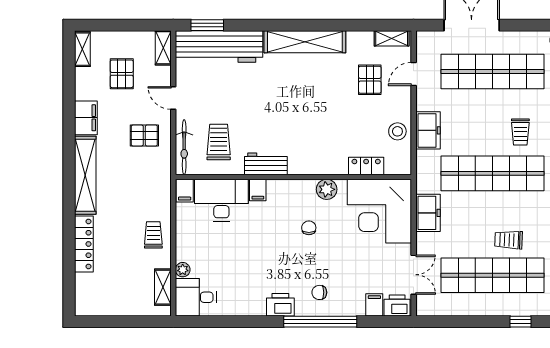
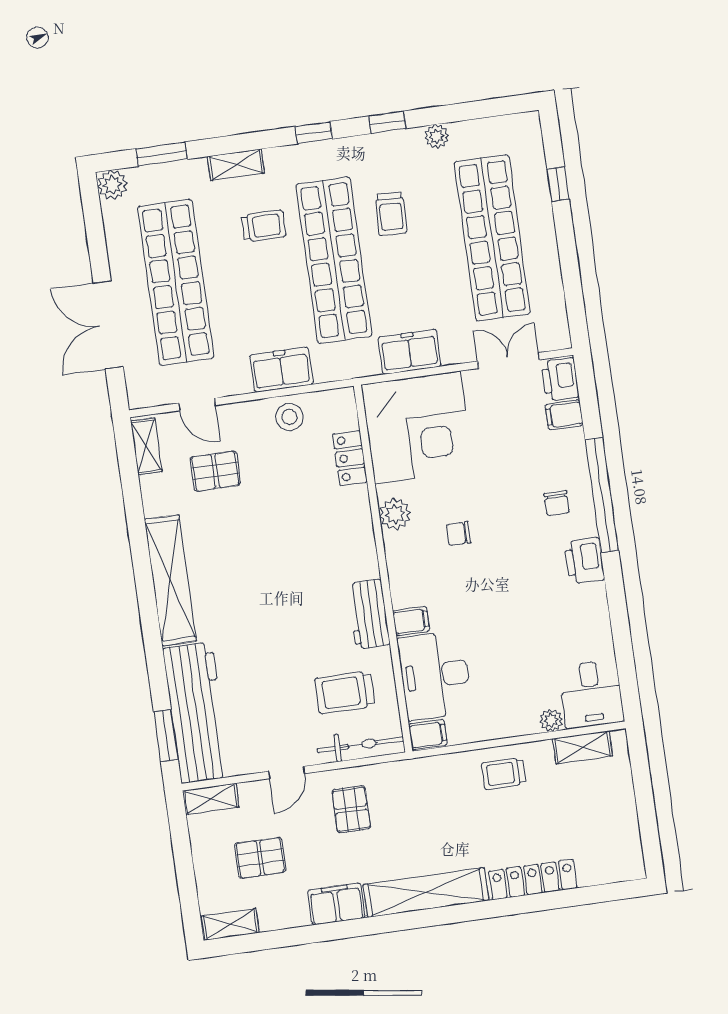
trolley: (509, 240) -> (391, 214), moved

